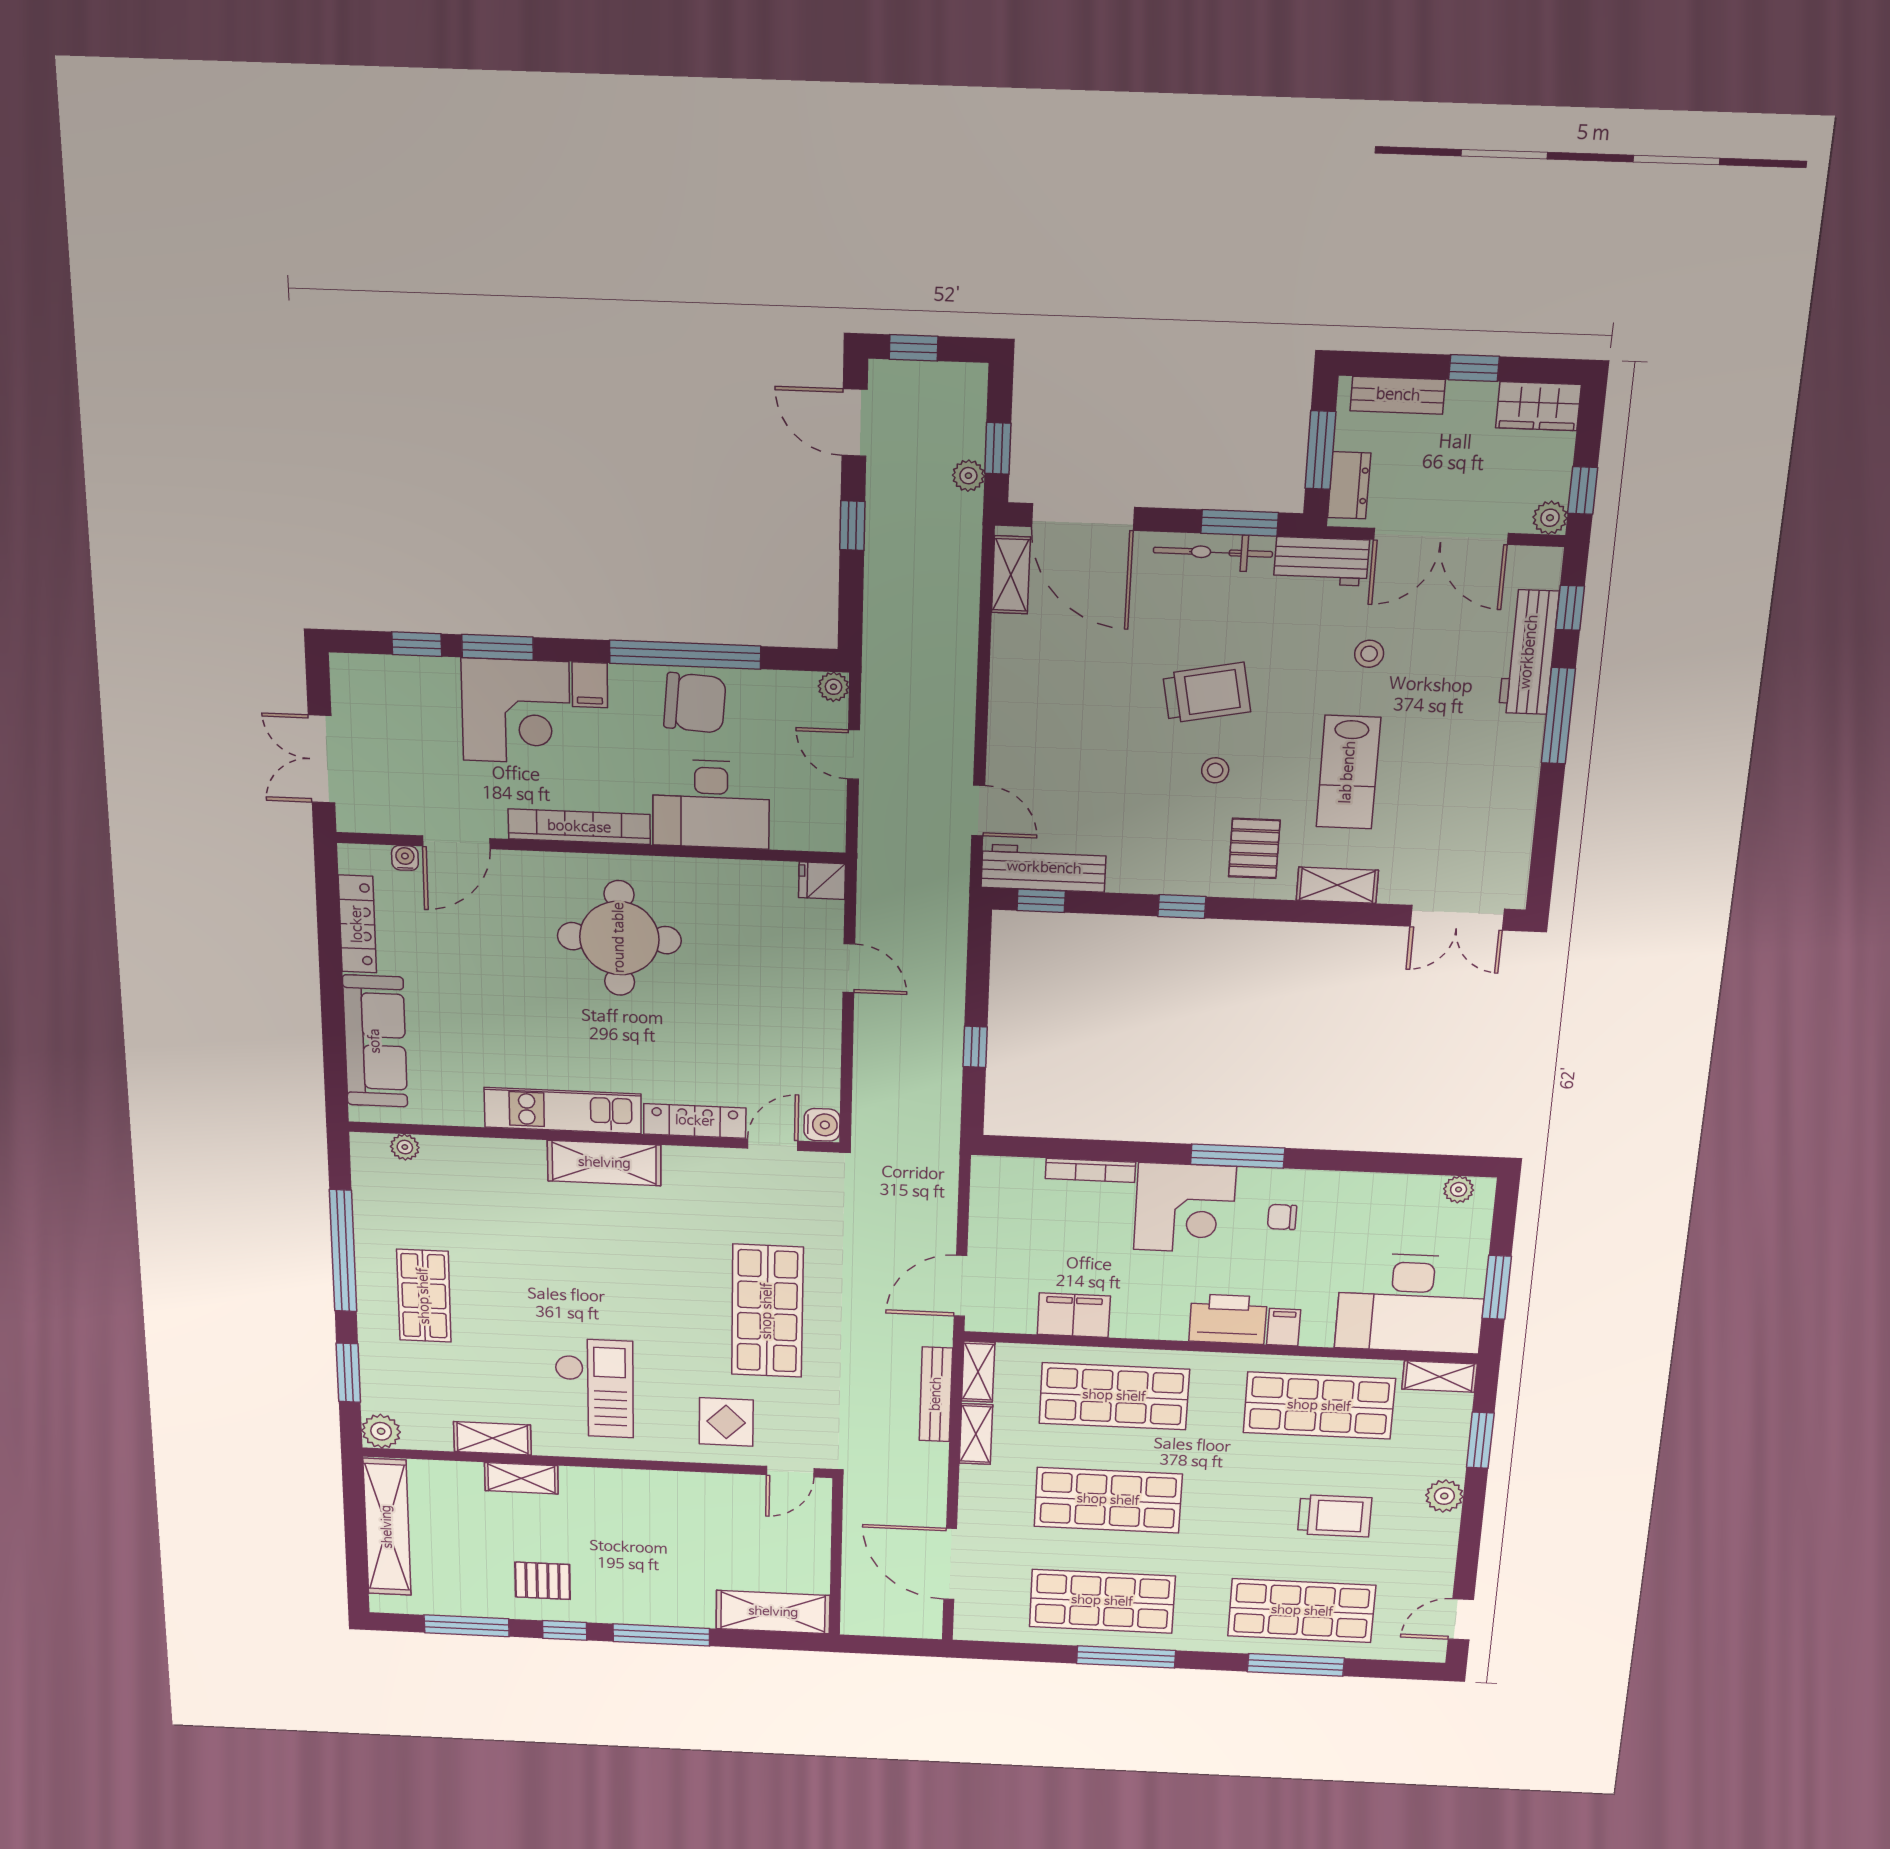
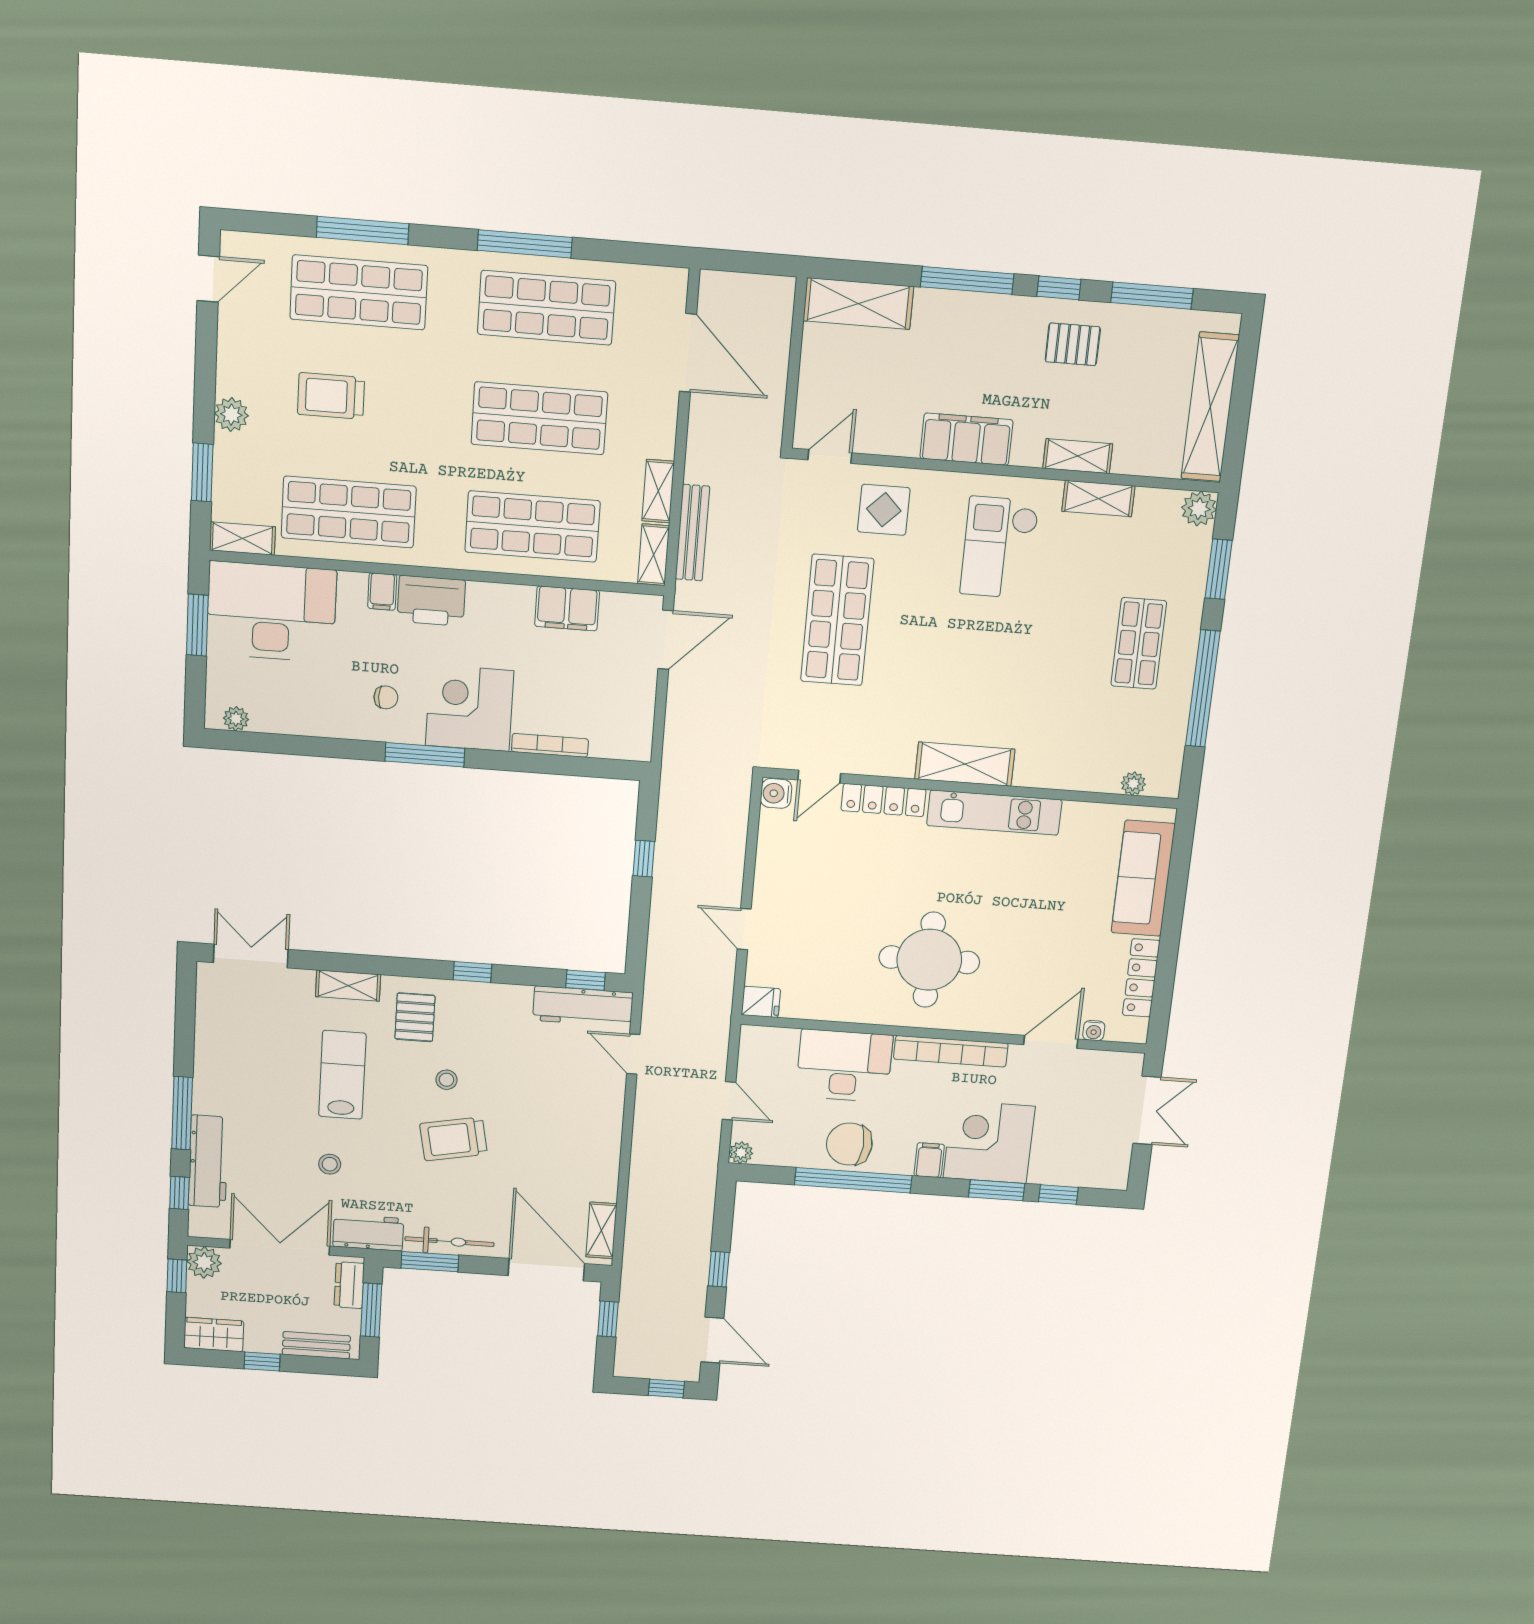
plant: (968, 476) -> (630, 1301), removed
plant: (1550, 518) -> (204, 1262), width x1.38, depth x1.38
filing cabinet: (644, 1491) -> (966, 439), added

